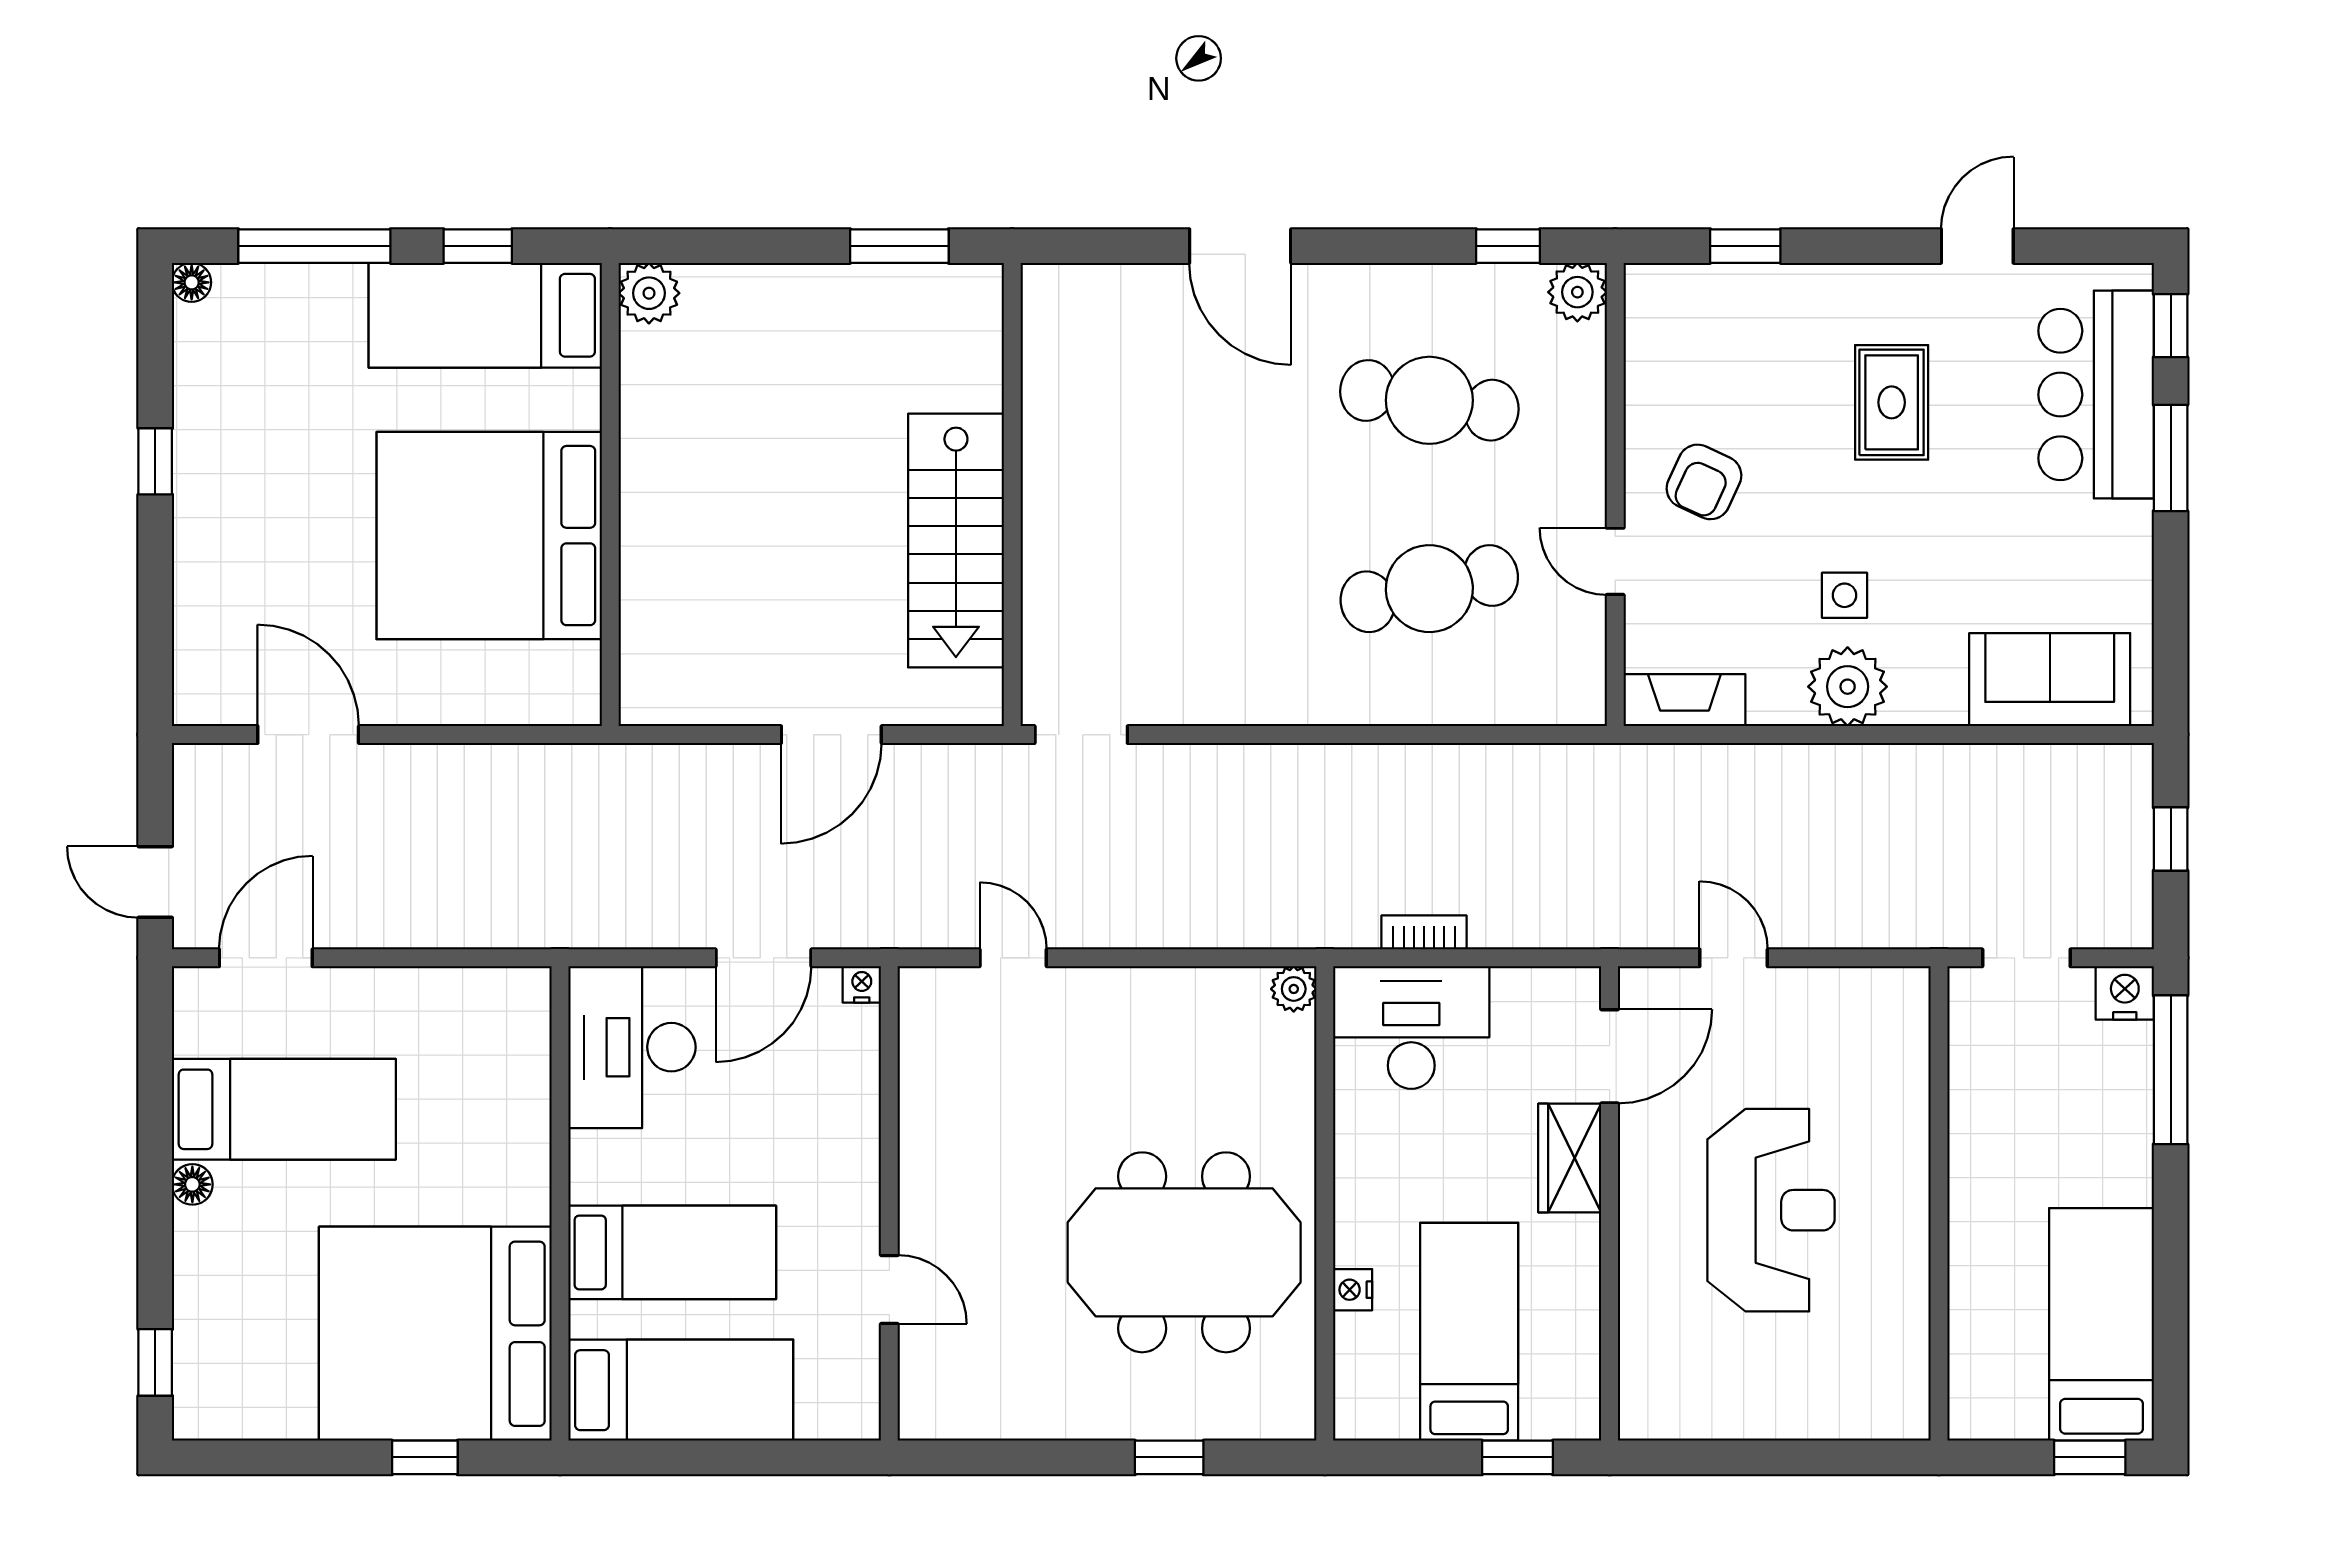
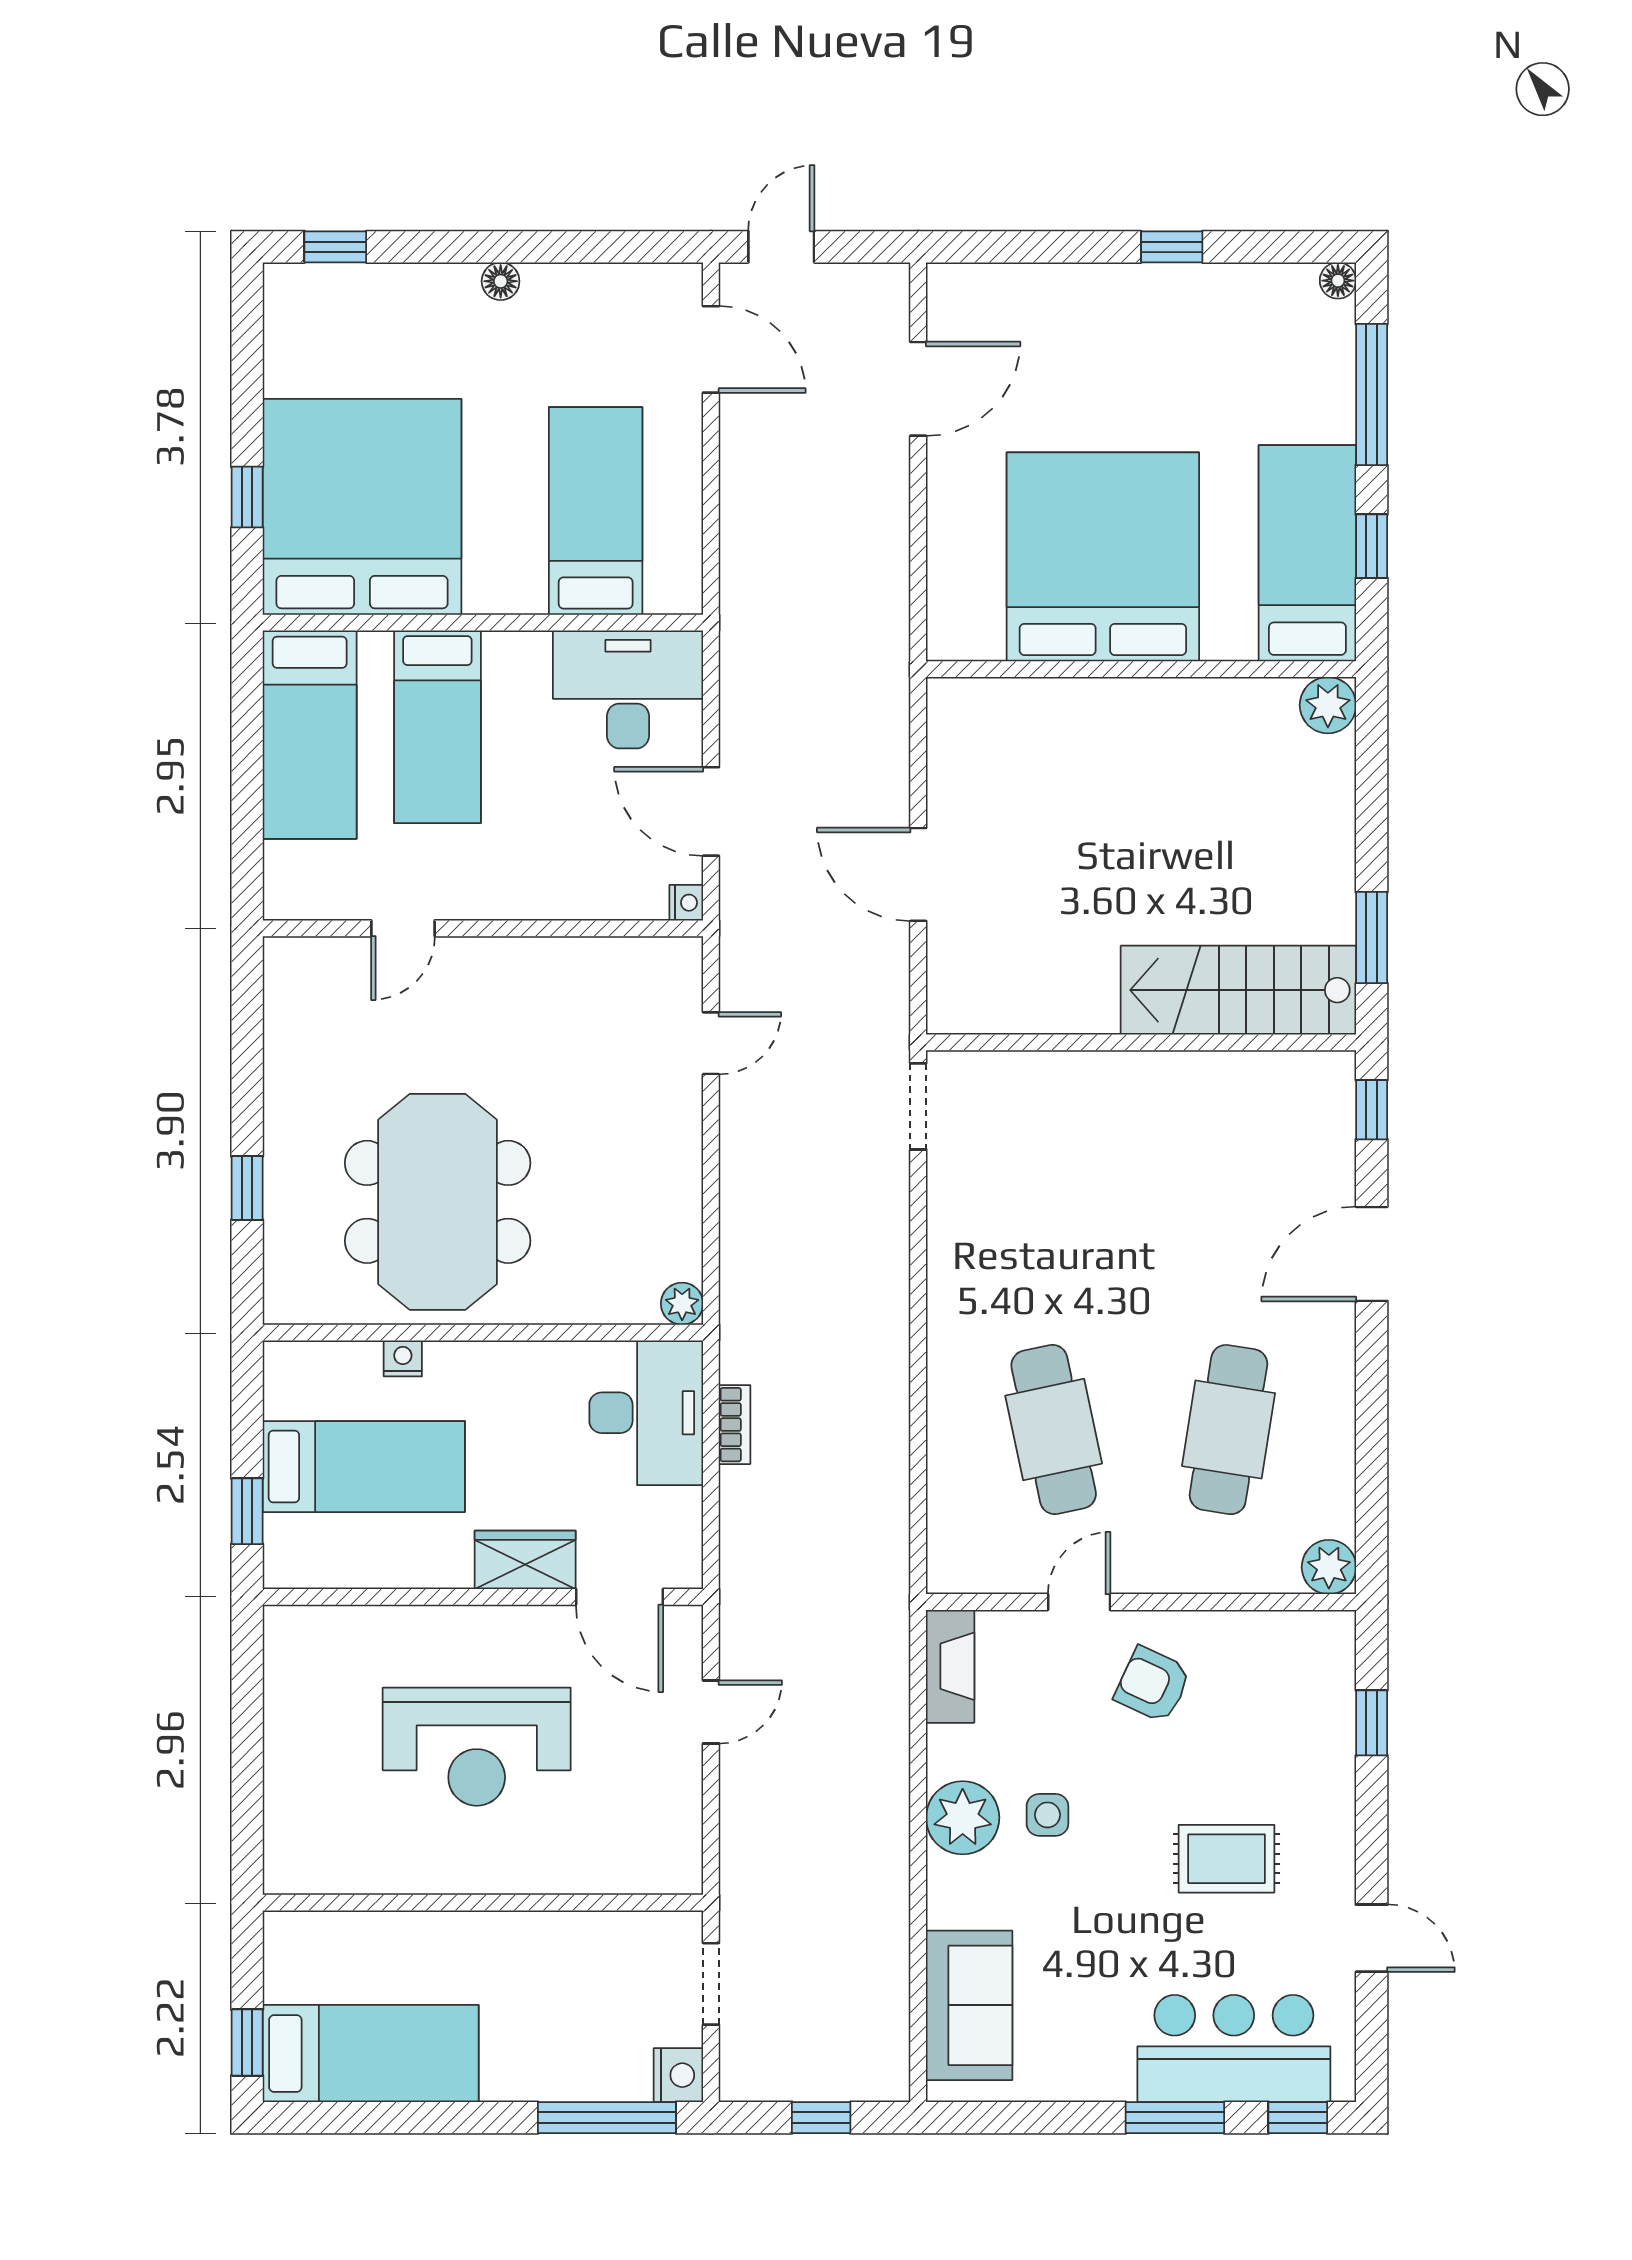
window: (1508, 246) -> (1372, 1110), moved
stairs: (956, 541) -> (1238, 990), moved
bed: (284, 1109) -> (596, 511), moved, turned 180

